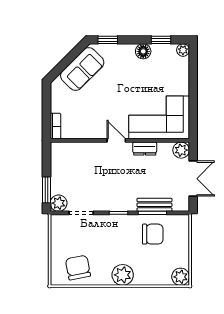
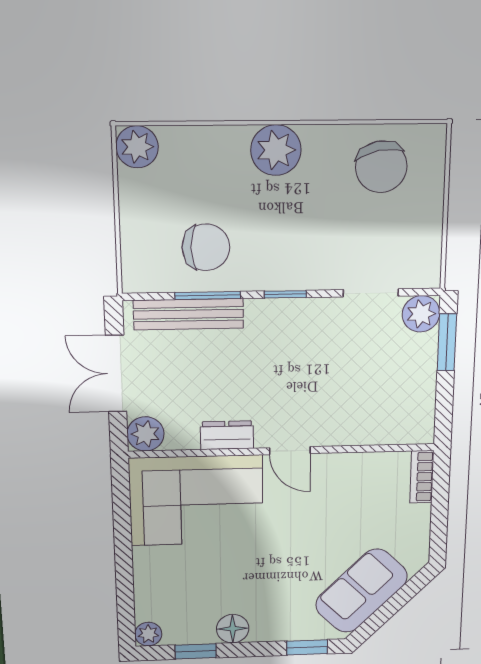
bench: (154, 205) -> (188, 314), width x1.36
chair: (153, 234) -> (206, 247), turned 180

